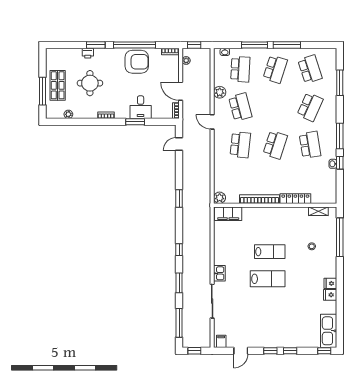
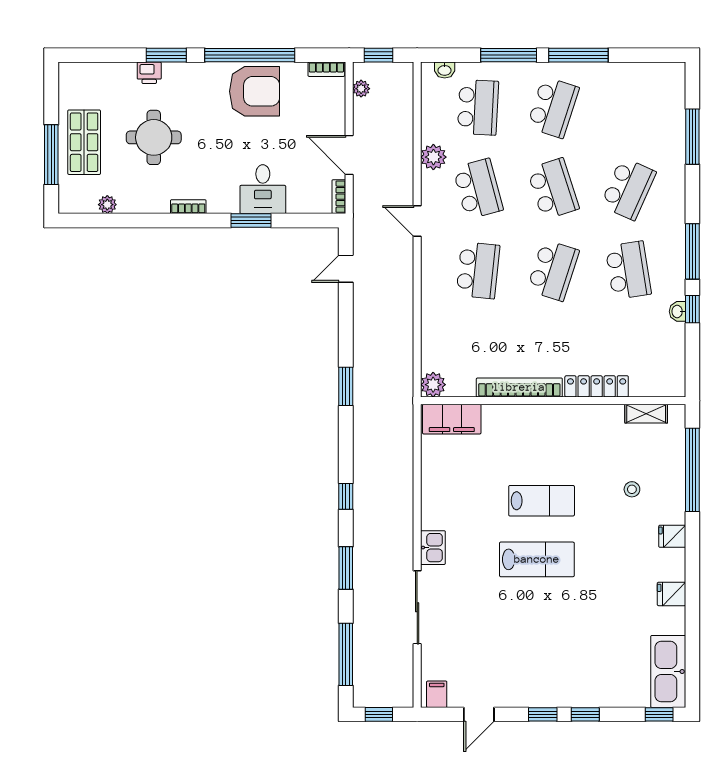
school desk: (310, 69) -> (553, 189), moved
fridge: (330, 283) -> (672, 536), moved

